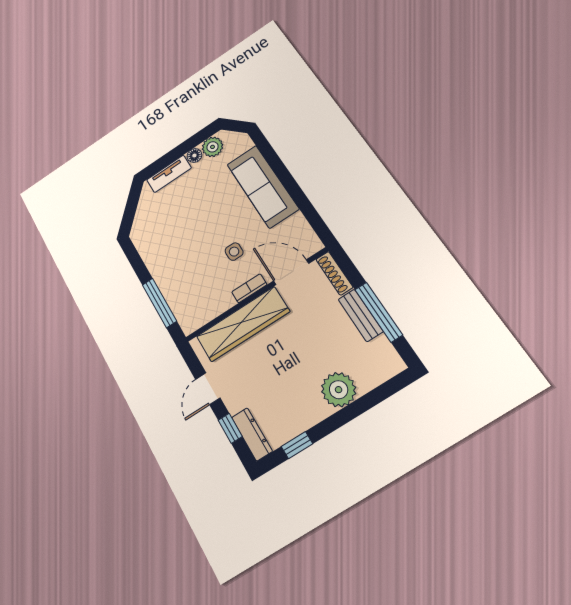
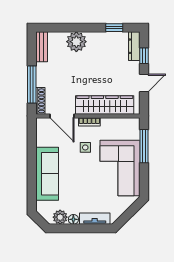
corner sofa: (174, 255) -> (120, 168), added
window: (379, 312) -> (32, 84), moved
bench: (361, 315) -> (42, 47), moved

